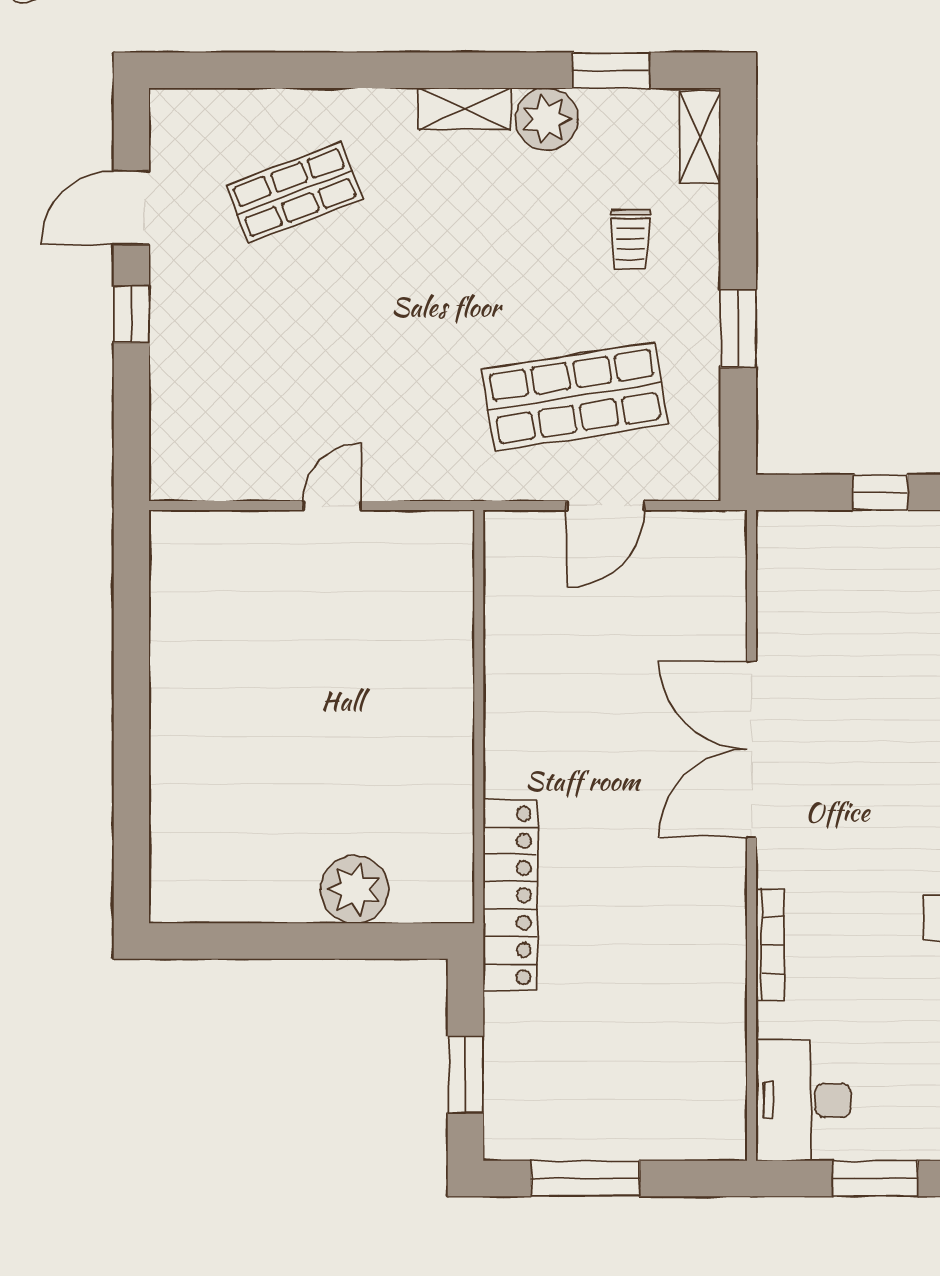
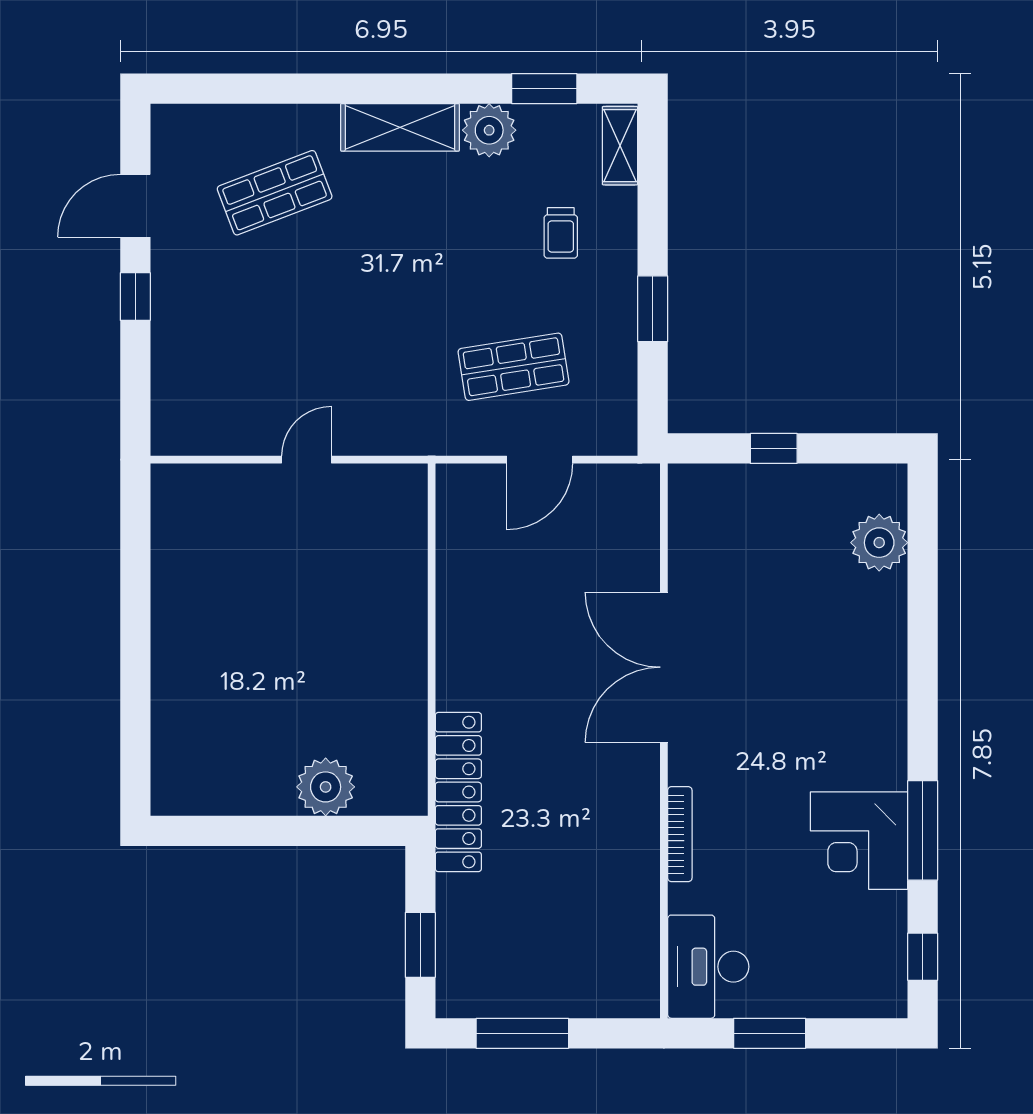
shelving: (465, 109) -> (400, 127), width x1.50, depth x1.33
shop shelf: (575, 397) -> (513, 367), width x0.70, depth x0.74

